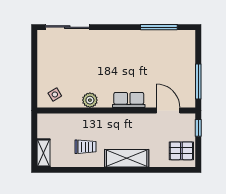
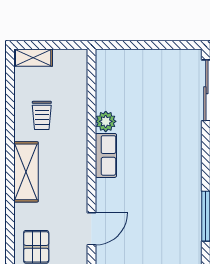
side table: (55, 94) -> (113, 73), removed
row of seats: (129, 100) -> (106, 155), moved

